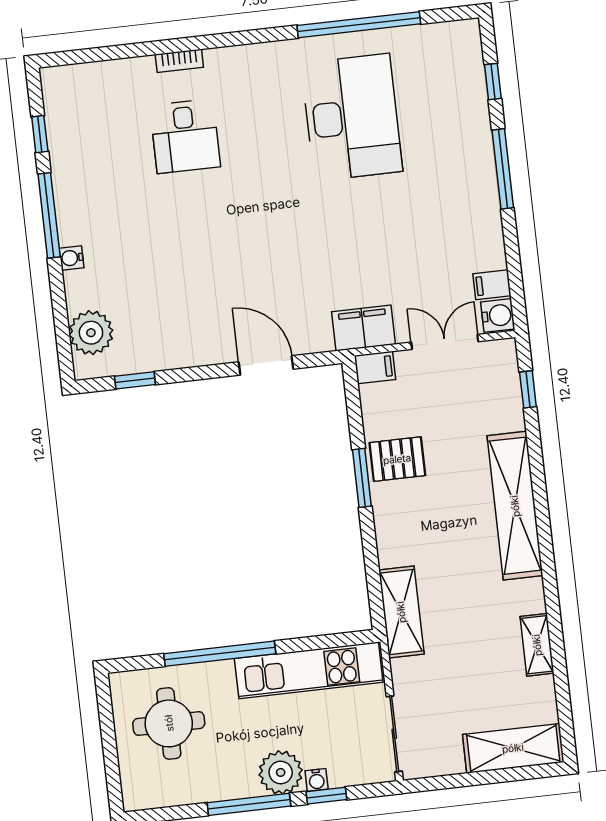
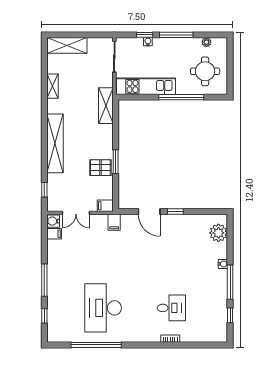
desk: (185, 136) -> (171, 308), turned 90
filing cabinet: (363, 328) -> (114, 222), width x0.50
window: (135, 380) -> (175, 212), moved
plant: (281, 772) -> (206, 42), moved, width x0.53, depth x0.53

